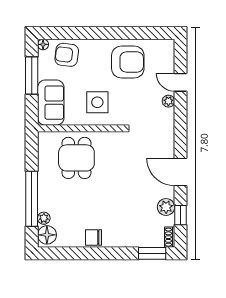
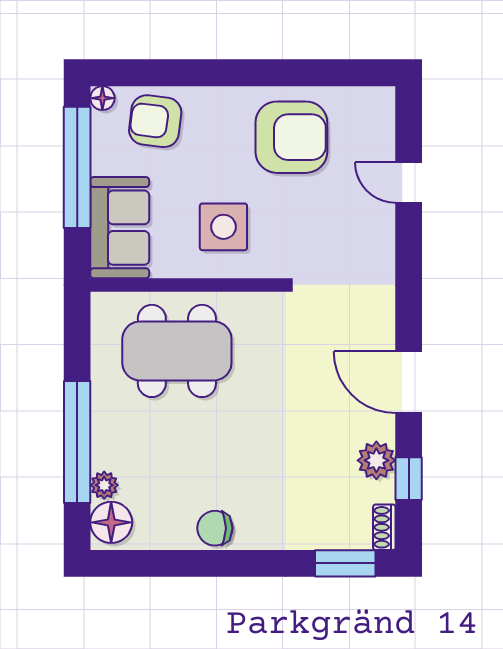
window: (32, 76) -> (77, 167), width x1.46
plant: (168, 101) -> (382, 224), removed
dining table: (76, 158) -> (177, 351), width x1.38

